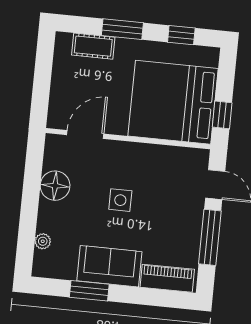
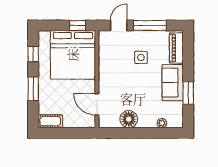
cot: (93, 46) -> (50, 121), moved, turned 90
side table: (120, 200) -> (141, 57), moved

